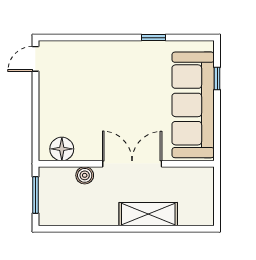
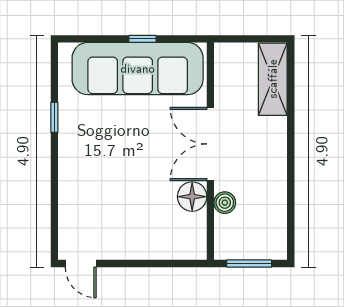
window: (217, 78) -> (142, 39), moved
floor lamp: (62, 149) -> (192, 197), moved
shelving: (148, 214) -> (273, 79), moved

